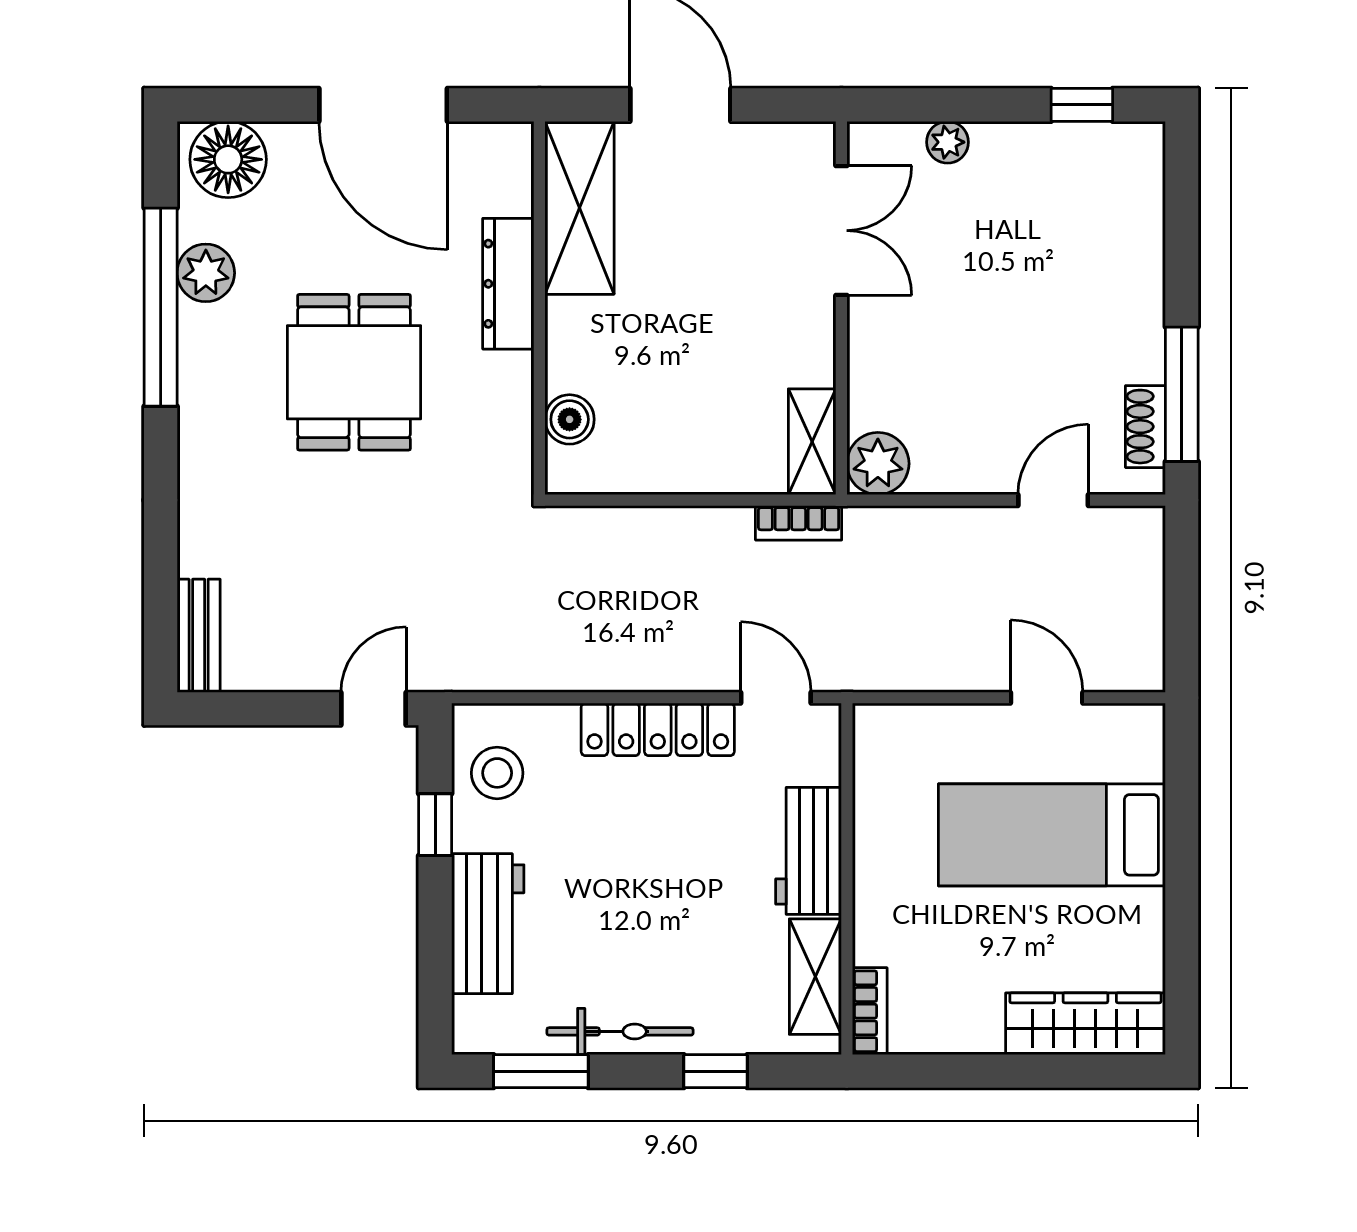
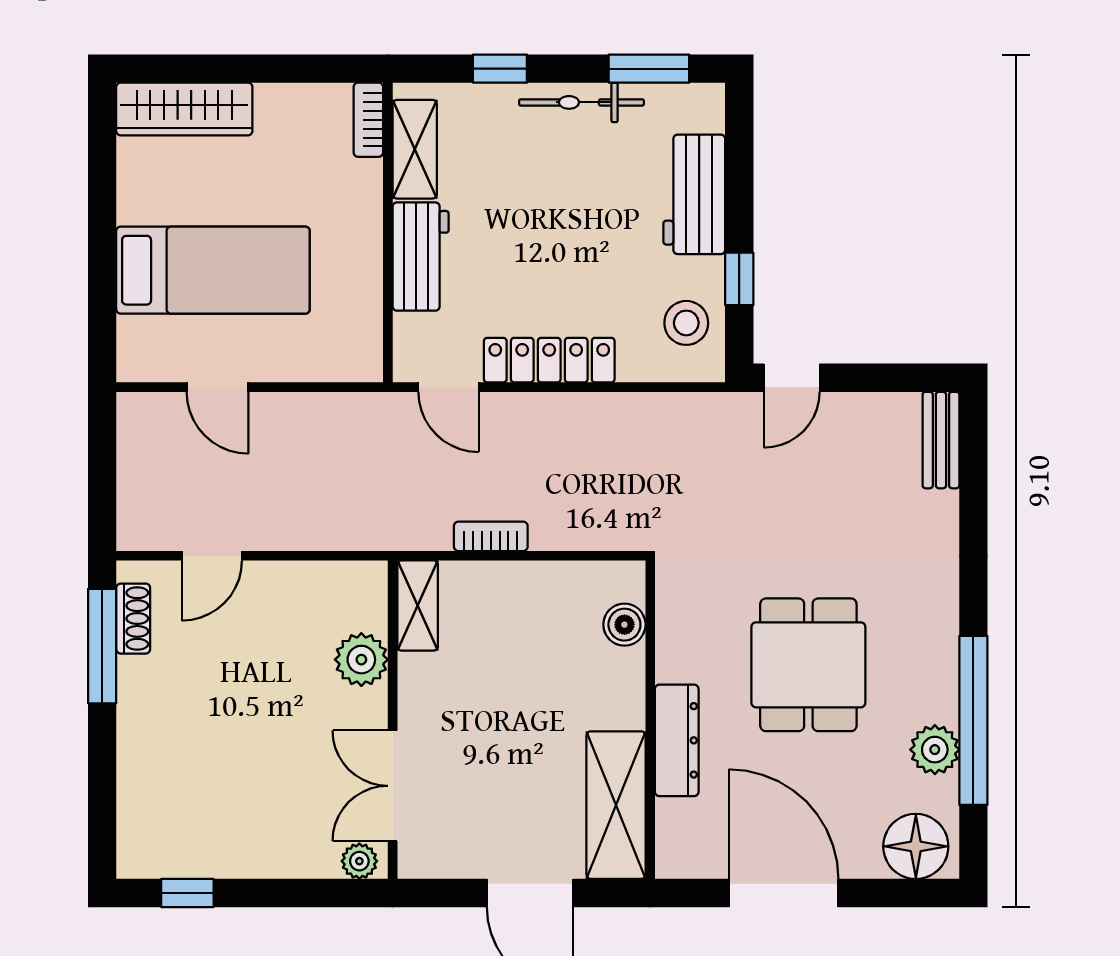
plant: (948, 142) -> (359, 861), moved
plant: (878, 464) -> (361, 660), moved
bookcase: (799, 523) -> (491, 536), moved

